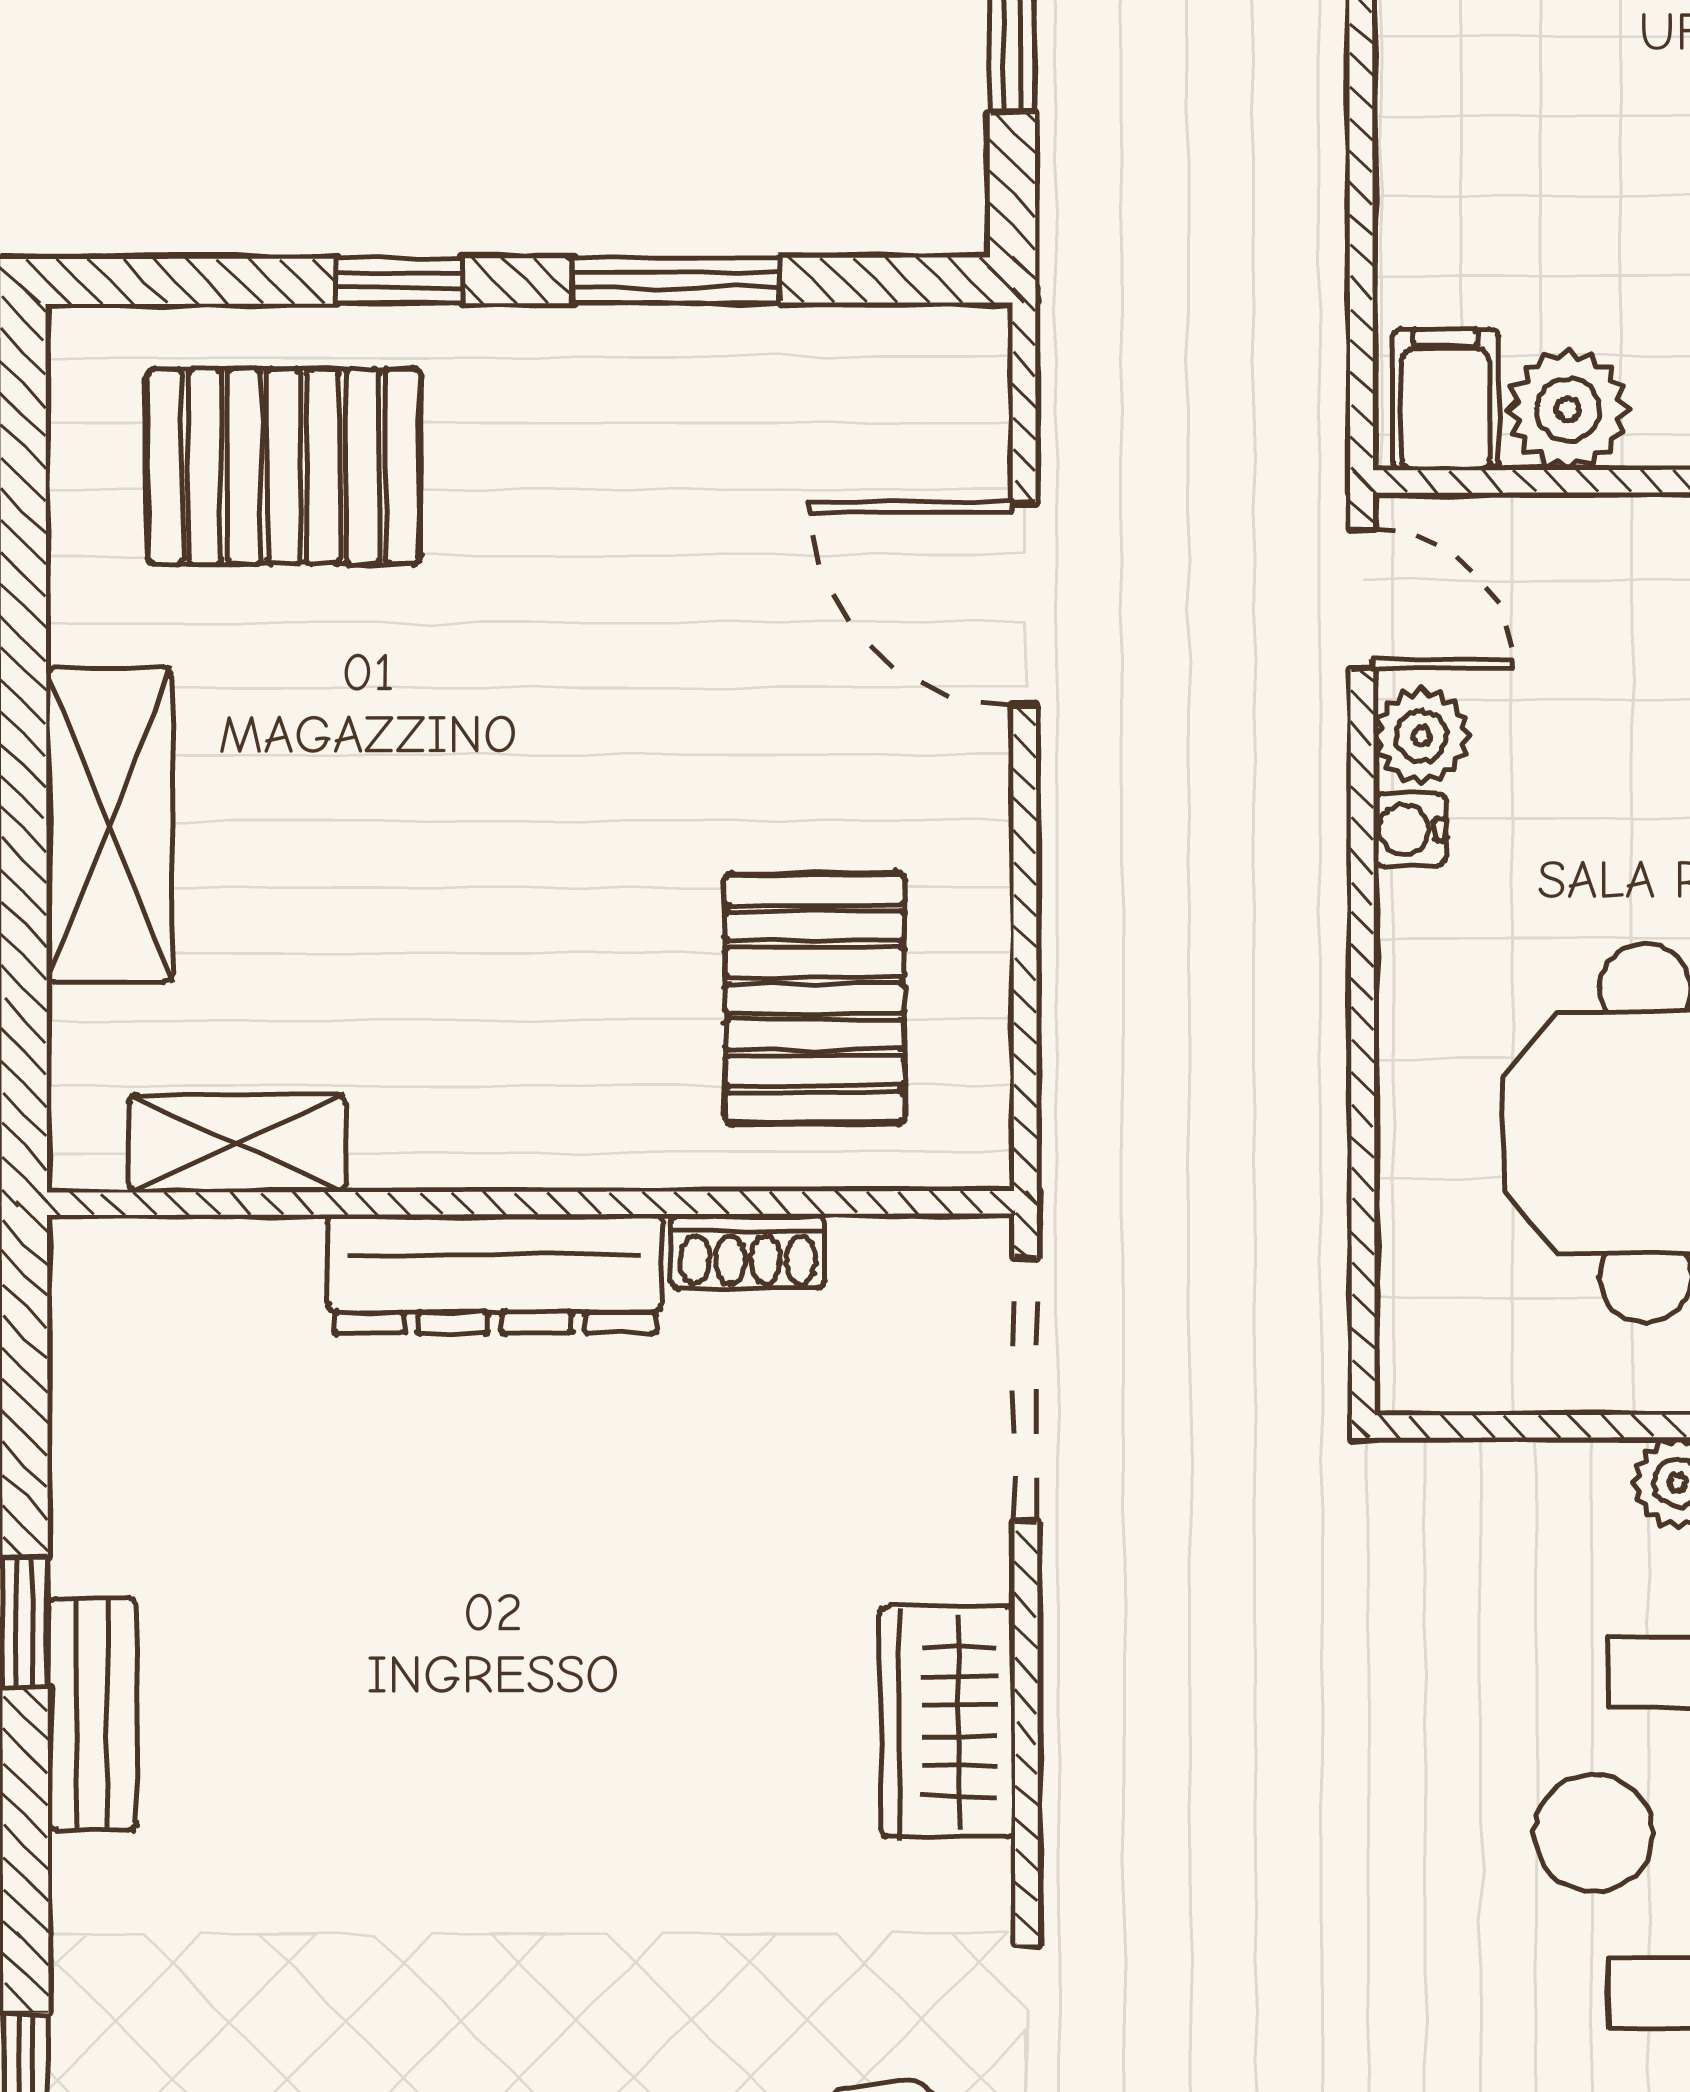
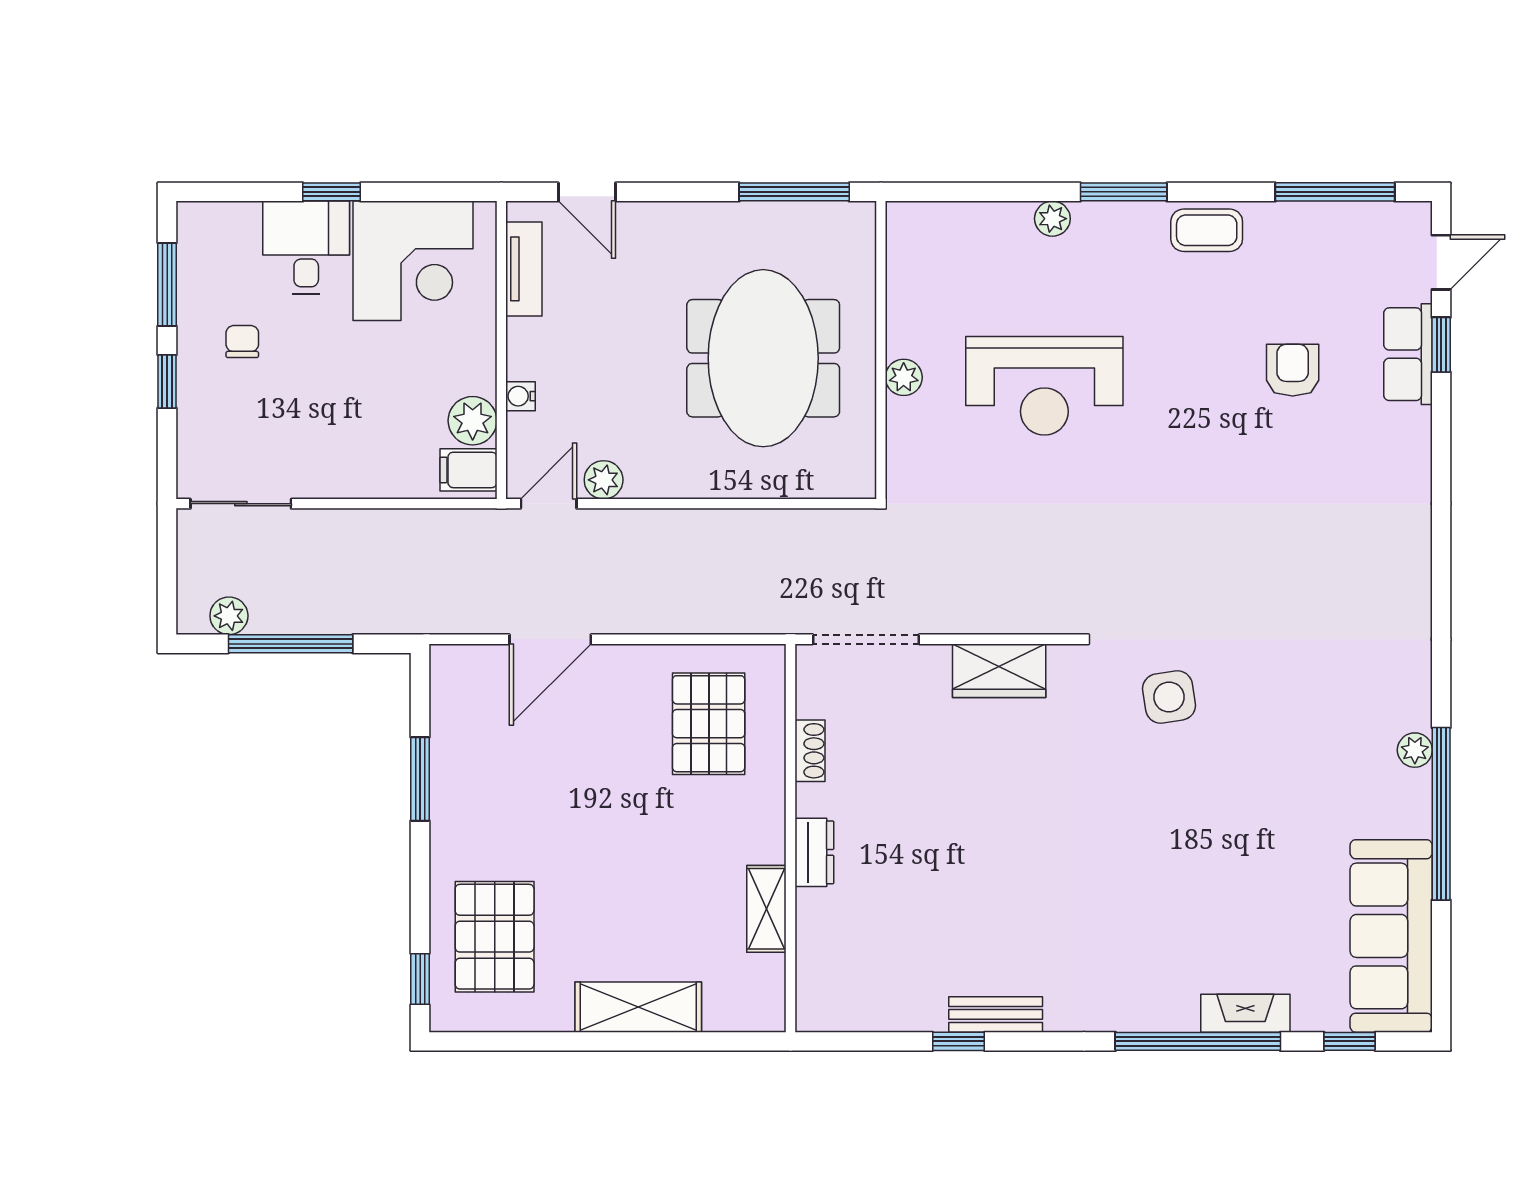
window: (399, 281) -> (420, 979), moved
water cooler: (1410, 830) -> (520, 396), moved, turned 90
pallet: (815, 999) -> (709, 724), turned 90
shelving: (237, 1144) -> (766, 909), moved
dresser: (495, 1274) -> (814, 852), width x0.51, depth x0.80

